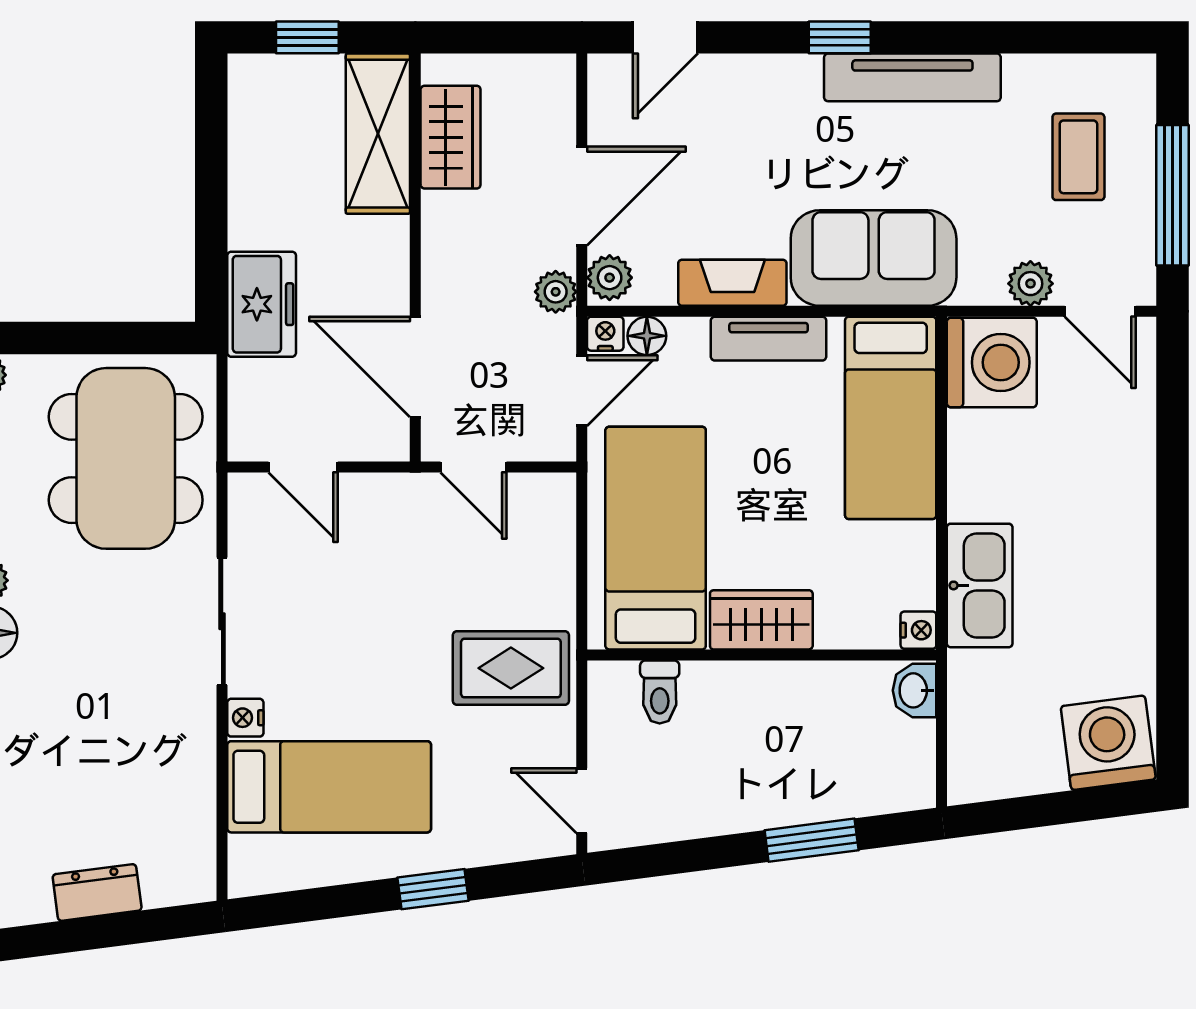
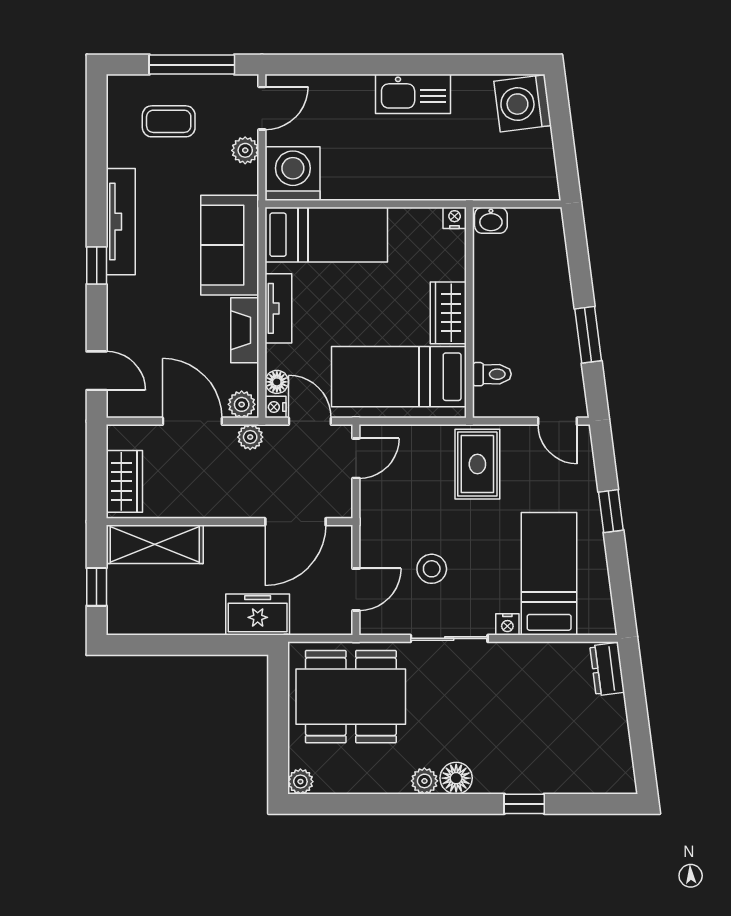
wardrobe: (451, 137) -> (124, 481), moved, turned 90
door: (474, 467) -> (356, 458), moved
kitchen sink: (980, 585) -> (413, 94), moved, turned 180
stool: (337, 592) -> (432, 569), added
door: (582, 801) -> (557, 421), hinge flipped
window: (812, 840) -> (588, 335), moved
dresser: (97, 892) -> (607, 669), moved

